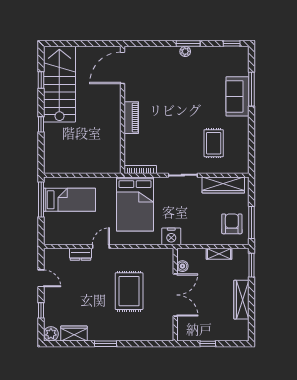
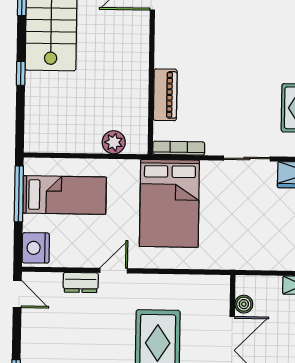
piano: (131, 118) -> (165, 95), moved
plant: (100, 166) -> (114, 142), added
nightstand: (171, 236) -> (36, 248), moved, turned 90
door: (41, 278) -> (17, 294), moved

